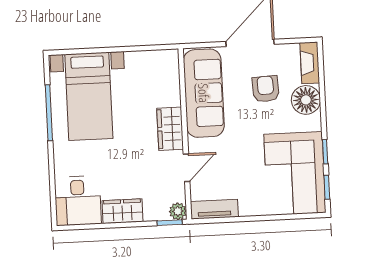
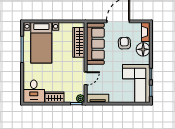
wardrobe: (170, 129) -> (79, 42), moved, width x1.50

